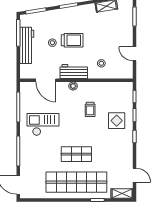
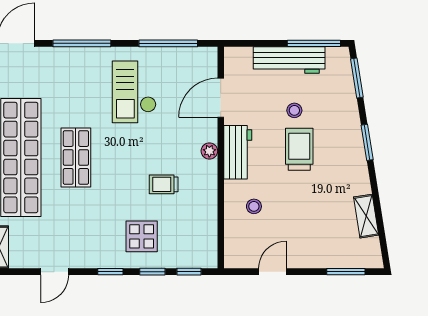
trolley: (72, 40) -> (299, 149), turned 180
checkout: (43, 124) -> (134, 92), turned 180
door: (135, 175) -> (55, 272), moved

